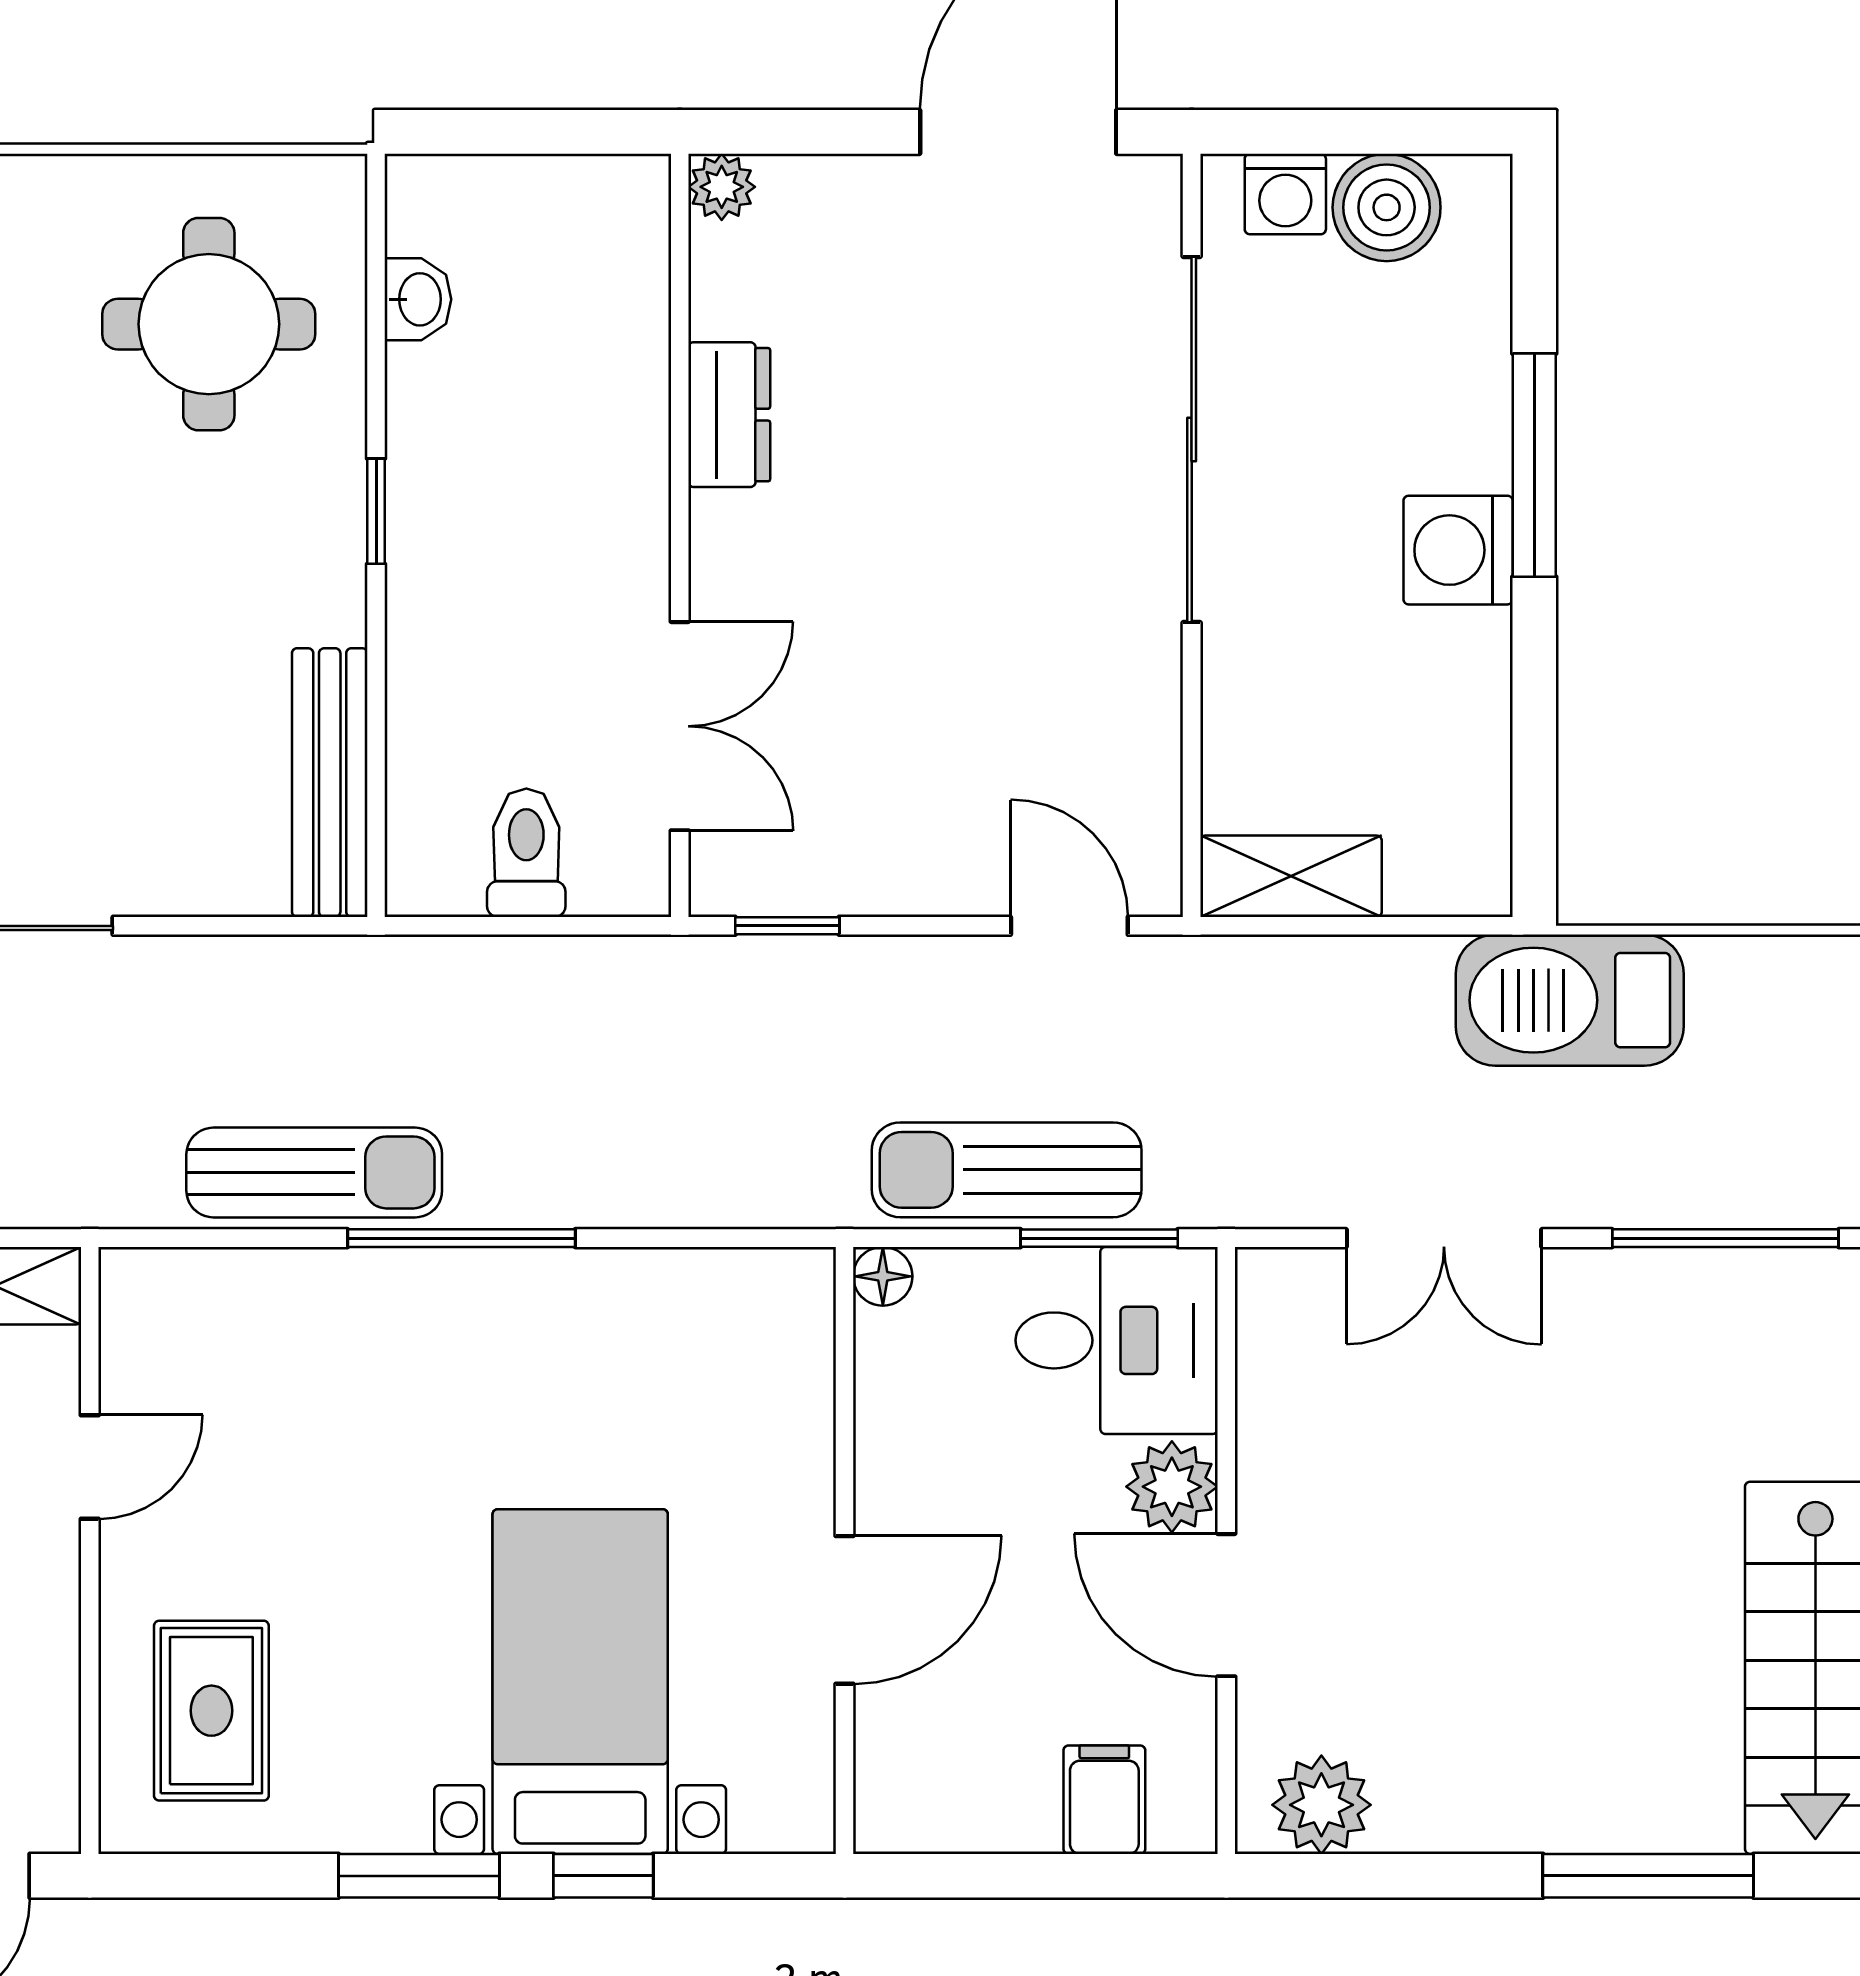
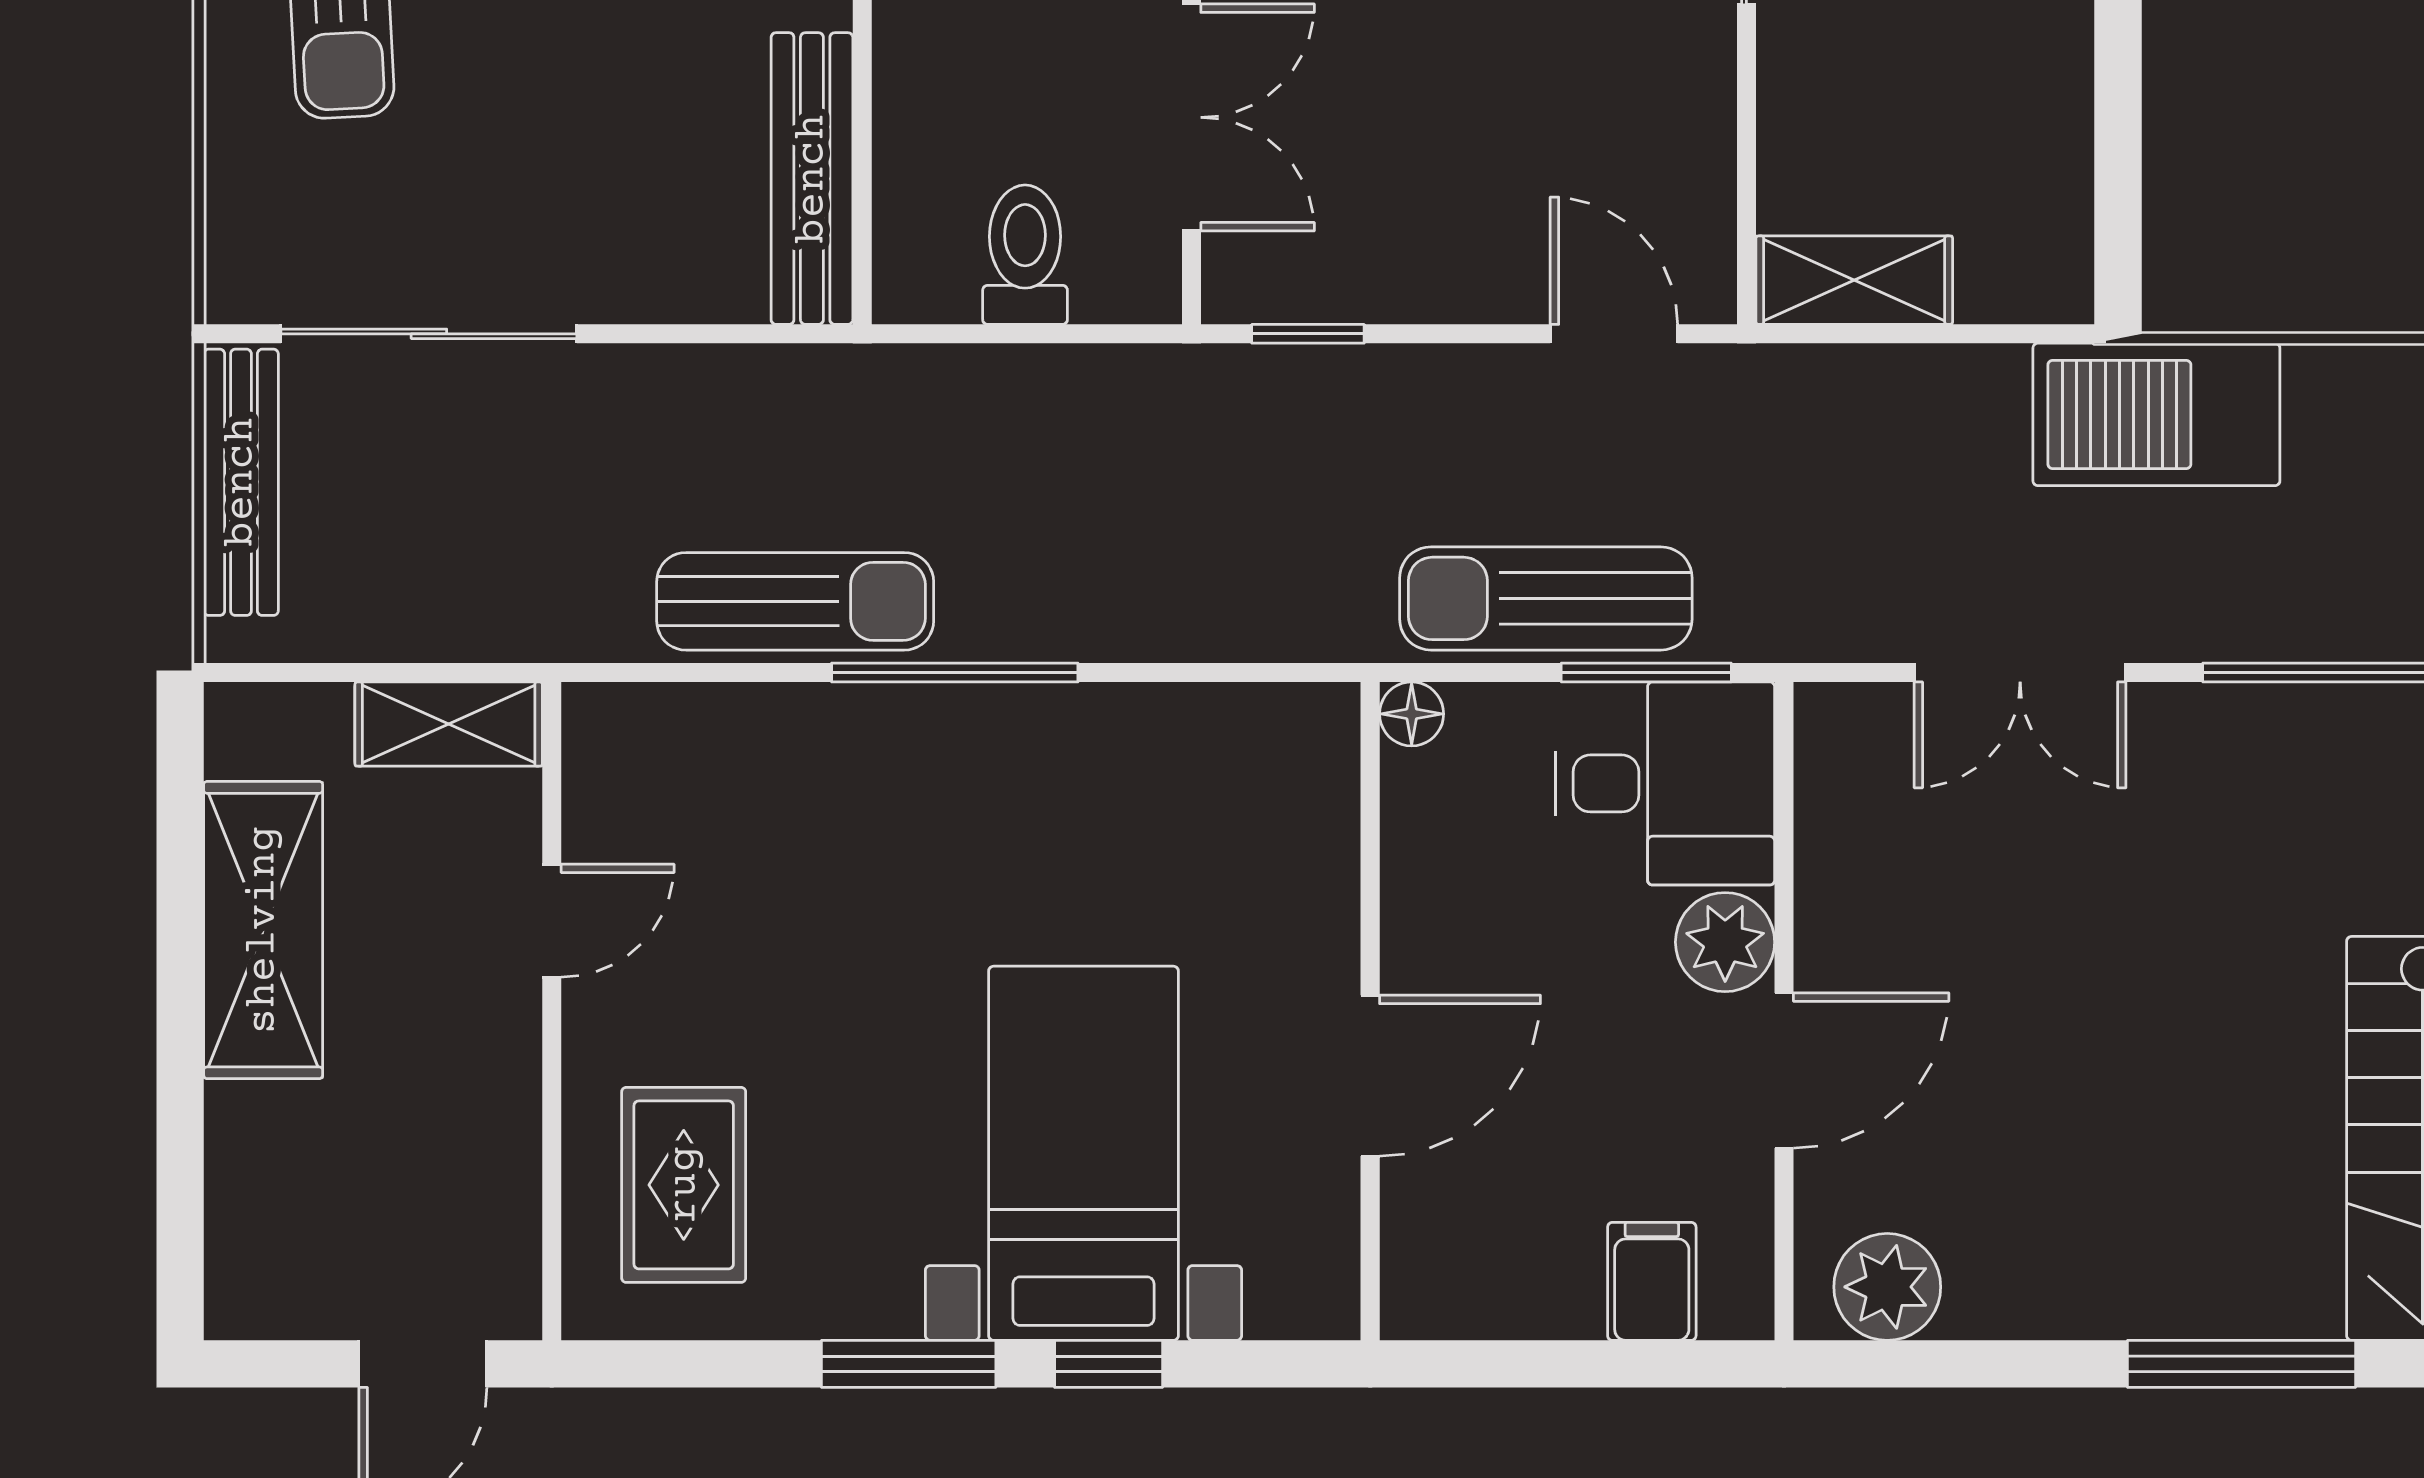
door: (1226, 1605) -> (1784, 1071), swing flipped

